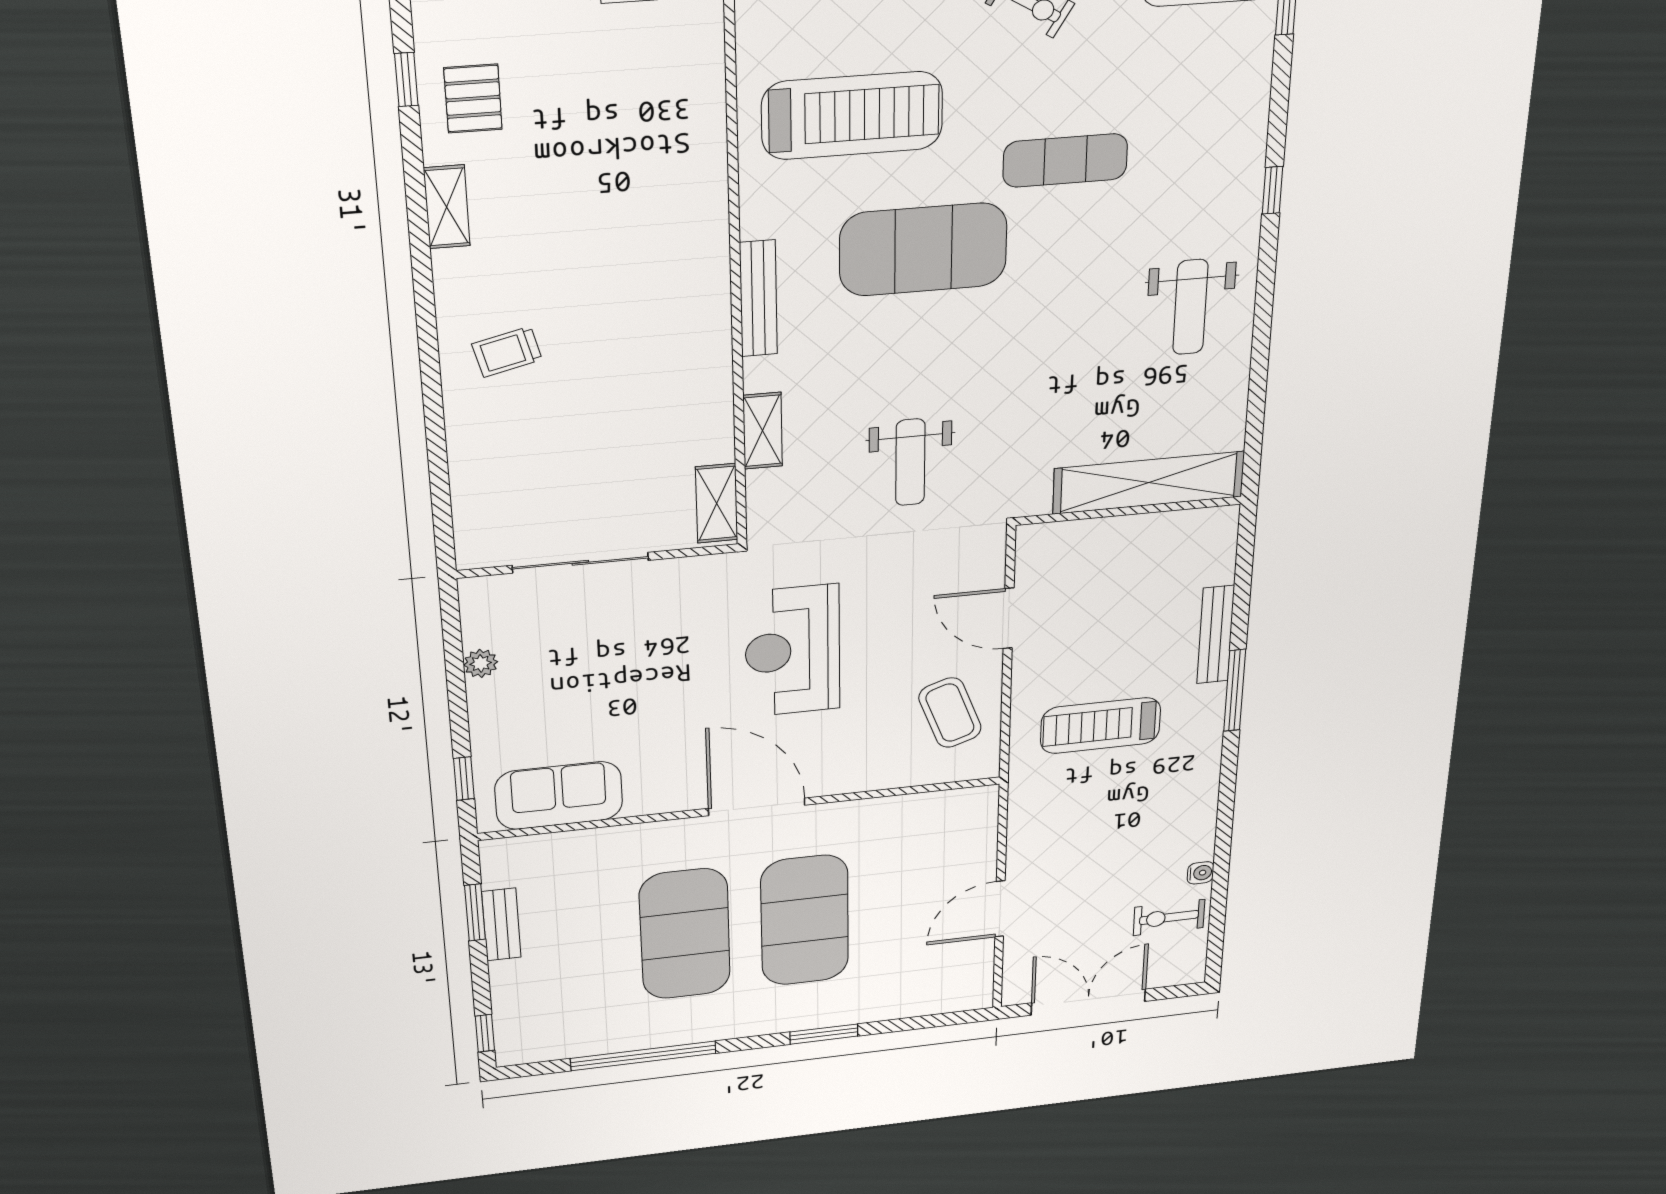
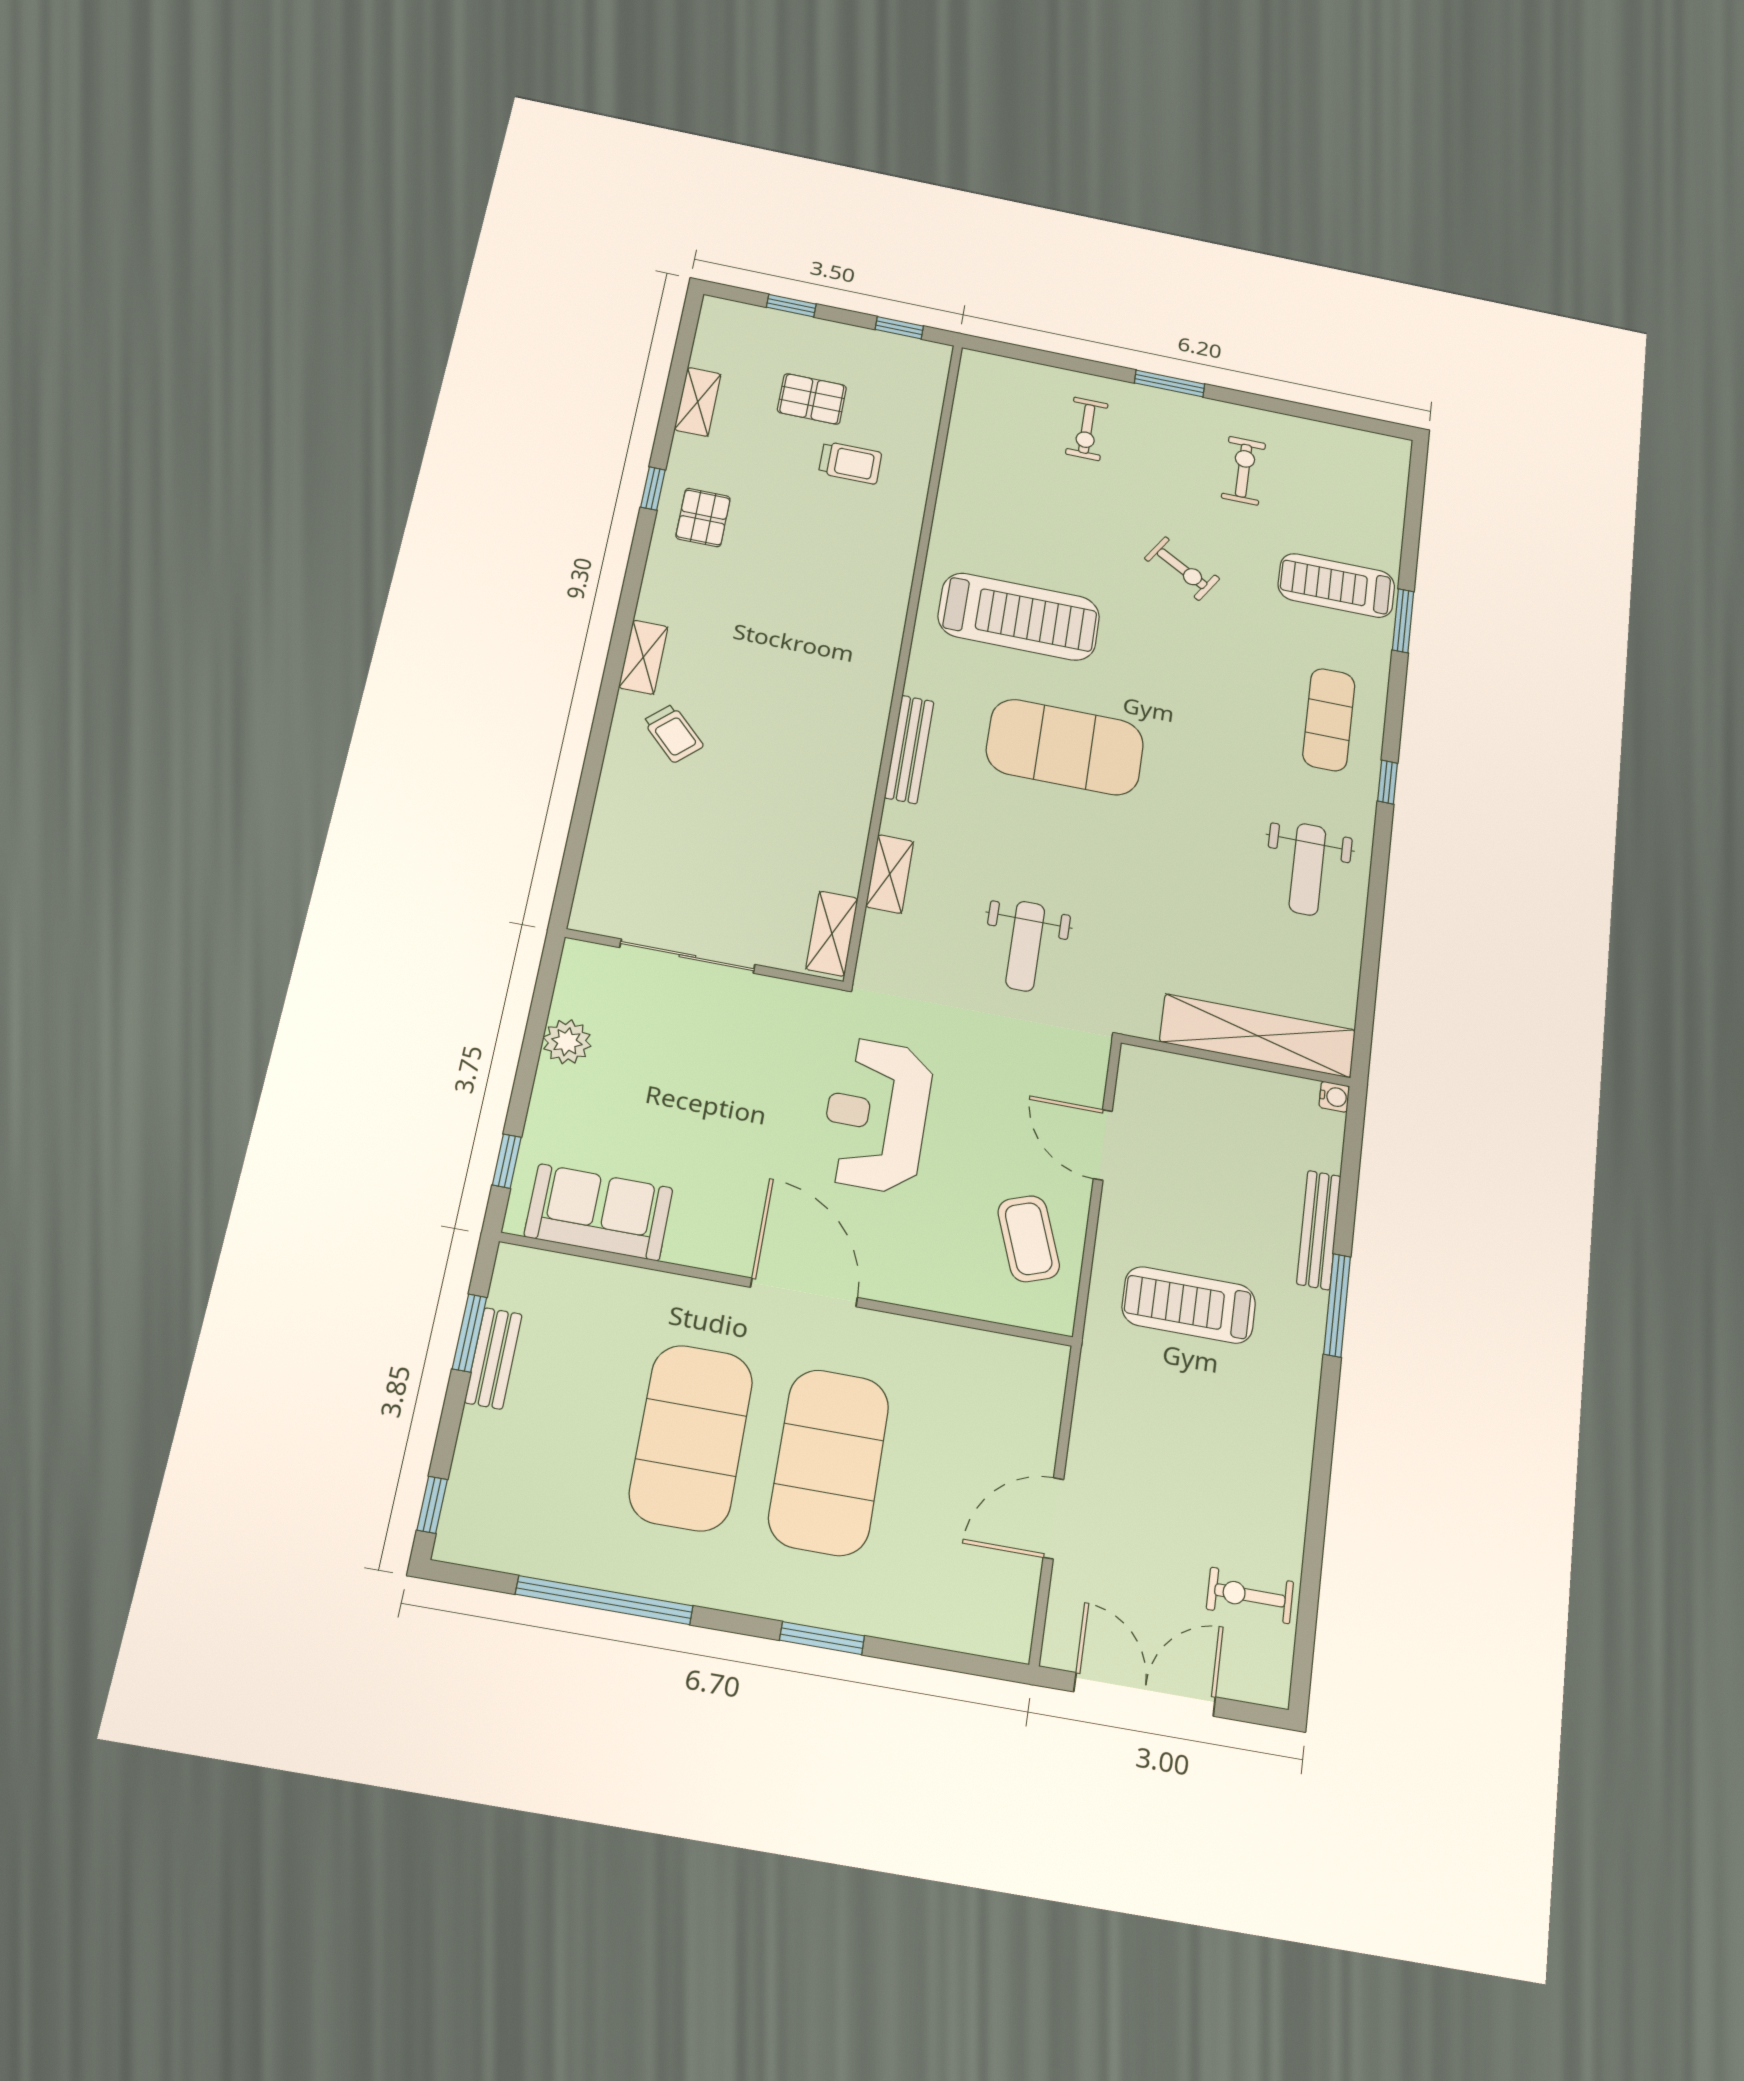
exercise mat: (1065, 160) -> (1329, 720), moved, turned 90
shelving: (447, 207) -> (643, 657), moved
trolley: (507, 352) -> (673, 733), turned -120
plant: (481, 663) -> (567, 1042), width x1.38, depth x1.38
water cooler: (1201, 873) -> (1334, 1097), moved

